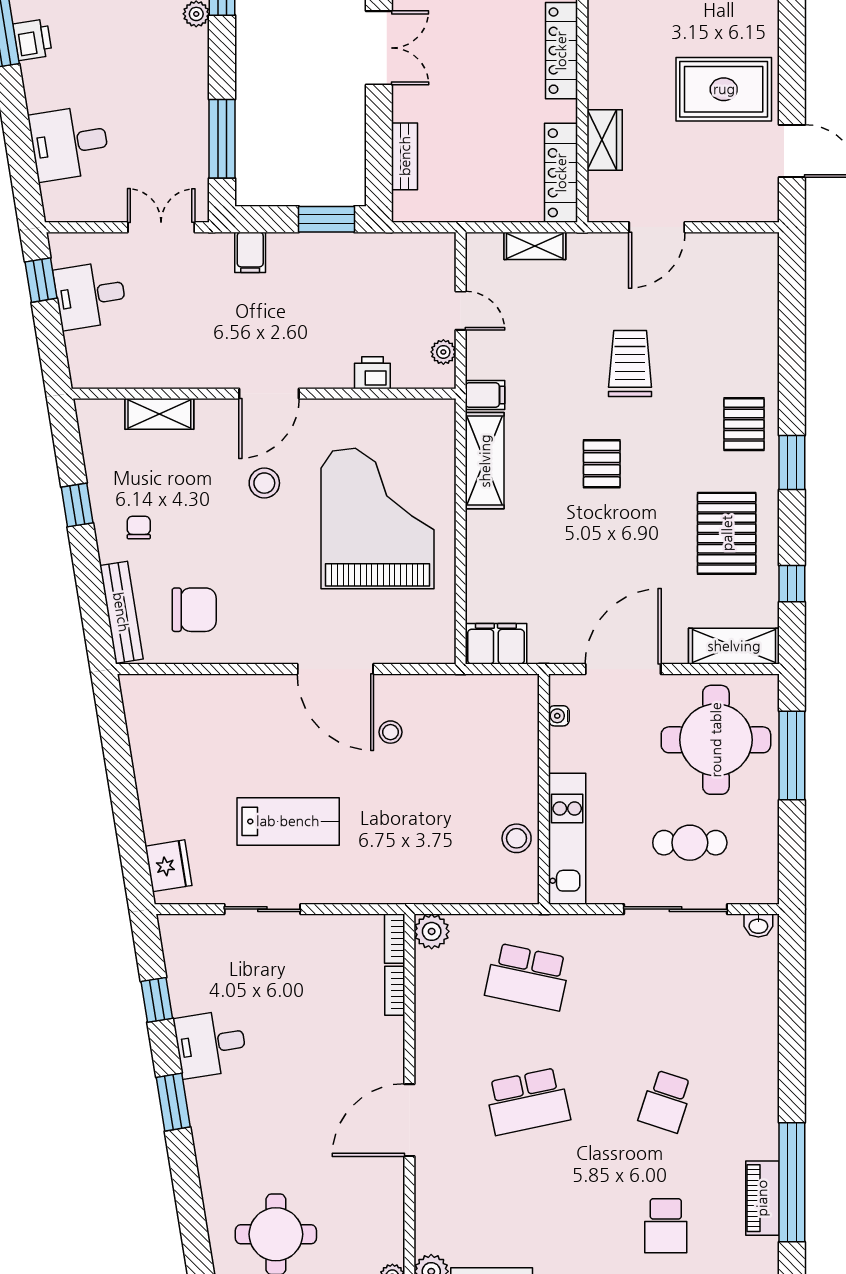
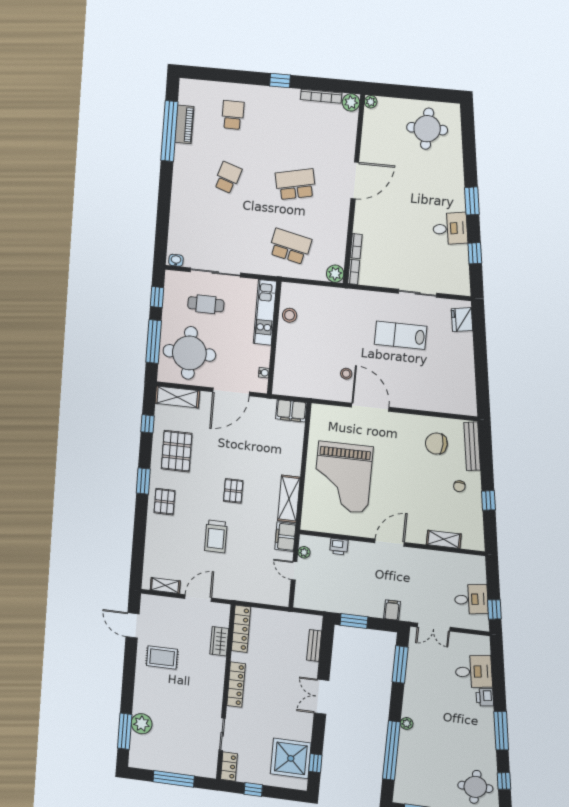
printer: (33, 40) -> (485, 697), moved
rug: (724, 89) -> (162, 657), width x0.73, depth x0.70
shelving: (535, 246) -> (165, 585), moved
filing cabinet: (485, 395) -> (285, 537), width x2.00
stool: (264, 483) -> (396, 500), removed
window: (792, 847) -> (157, 297), added

